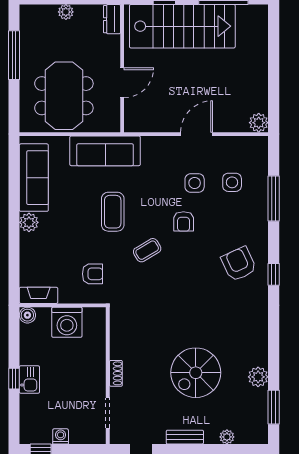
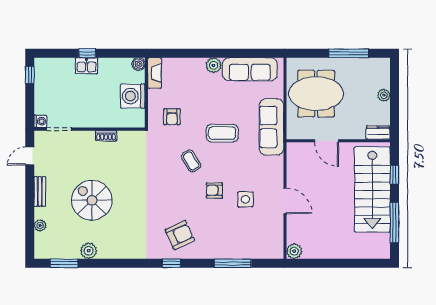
side table: (232, 182) -> (246, 230), removed
shoe rack: (116, 373) -> (106, 136), moved
washing machine: (61, 436) -> (40, 121), moved

